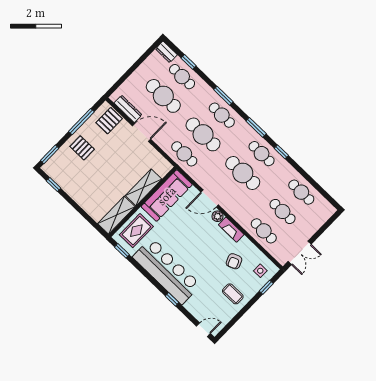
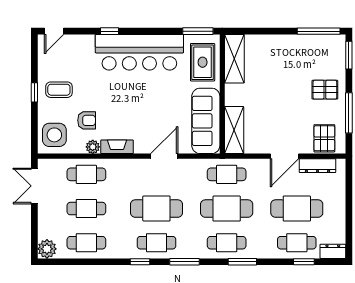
window: (54, 185) -> (319, 31), width x2.17
shelving: (144, 187) -> (234, 130), moved
plant: (327, 210) -> (47, 249), added
plant: (217, 216) -> (93, 147), moved
window: (122, 251) -> (198, 31), width x1.50
armchair: (234, 261) -> (87, 120), turned 112
side table: (260, 271) -> (54, 135), width x1.87, depth x1.87
window: (266, 287) -> (34, 92), moved

